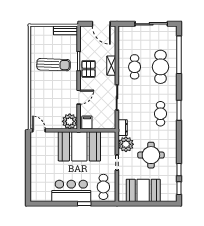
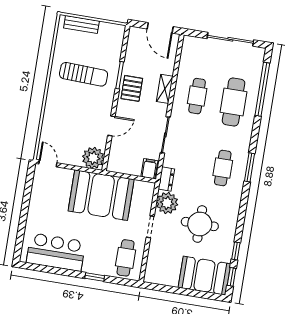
bench: (65, 30) -> (81, 24), moved
filing cabinet: (87, 122) -> (149, 169), moved
booth: (143, 190) -> (204, 276), moved
bar counter: (71, 191) -> (56, 252), moved

